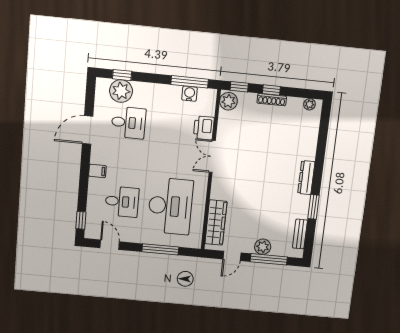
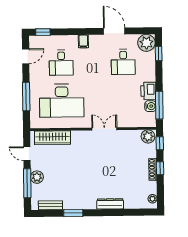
plant: (121, 91) -> (146, 43), moved
printer: (204, 128) -> (148, 91), moved, turned -90
dresser: (306, 178) -> (110, 204), moved

